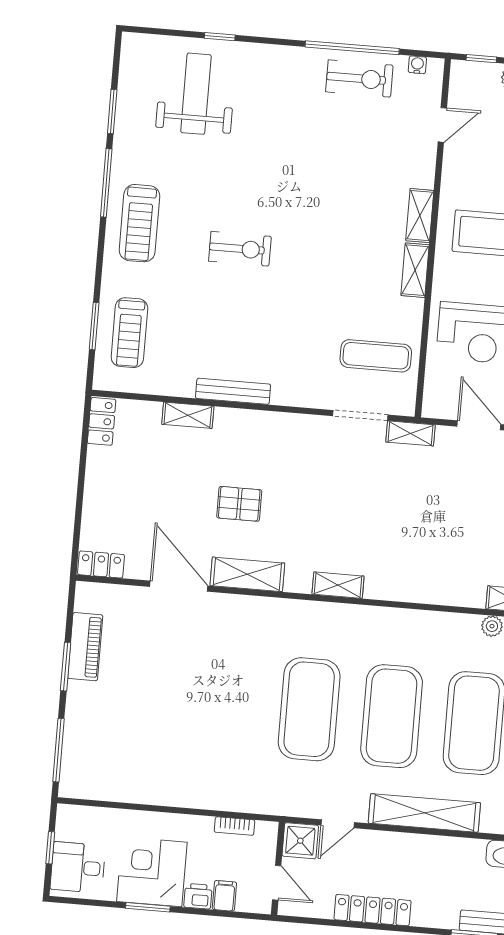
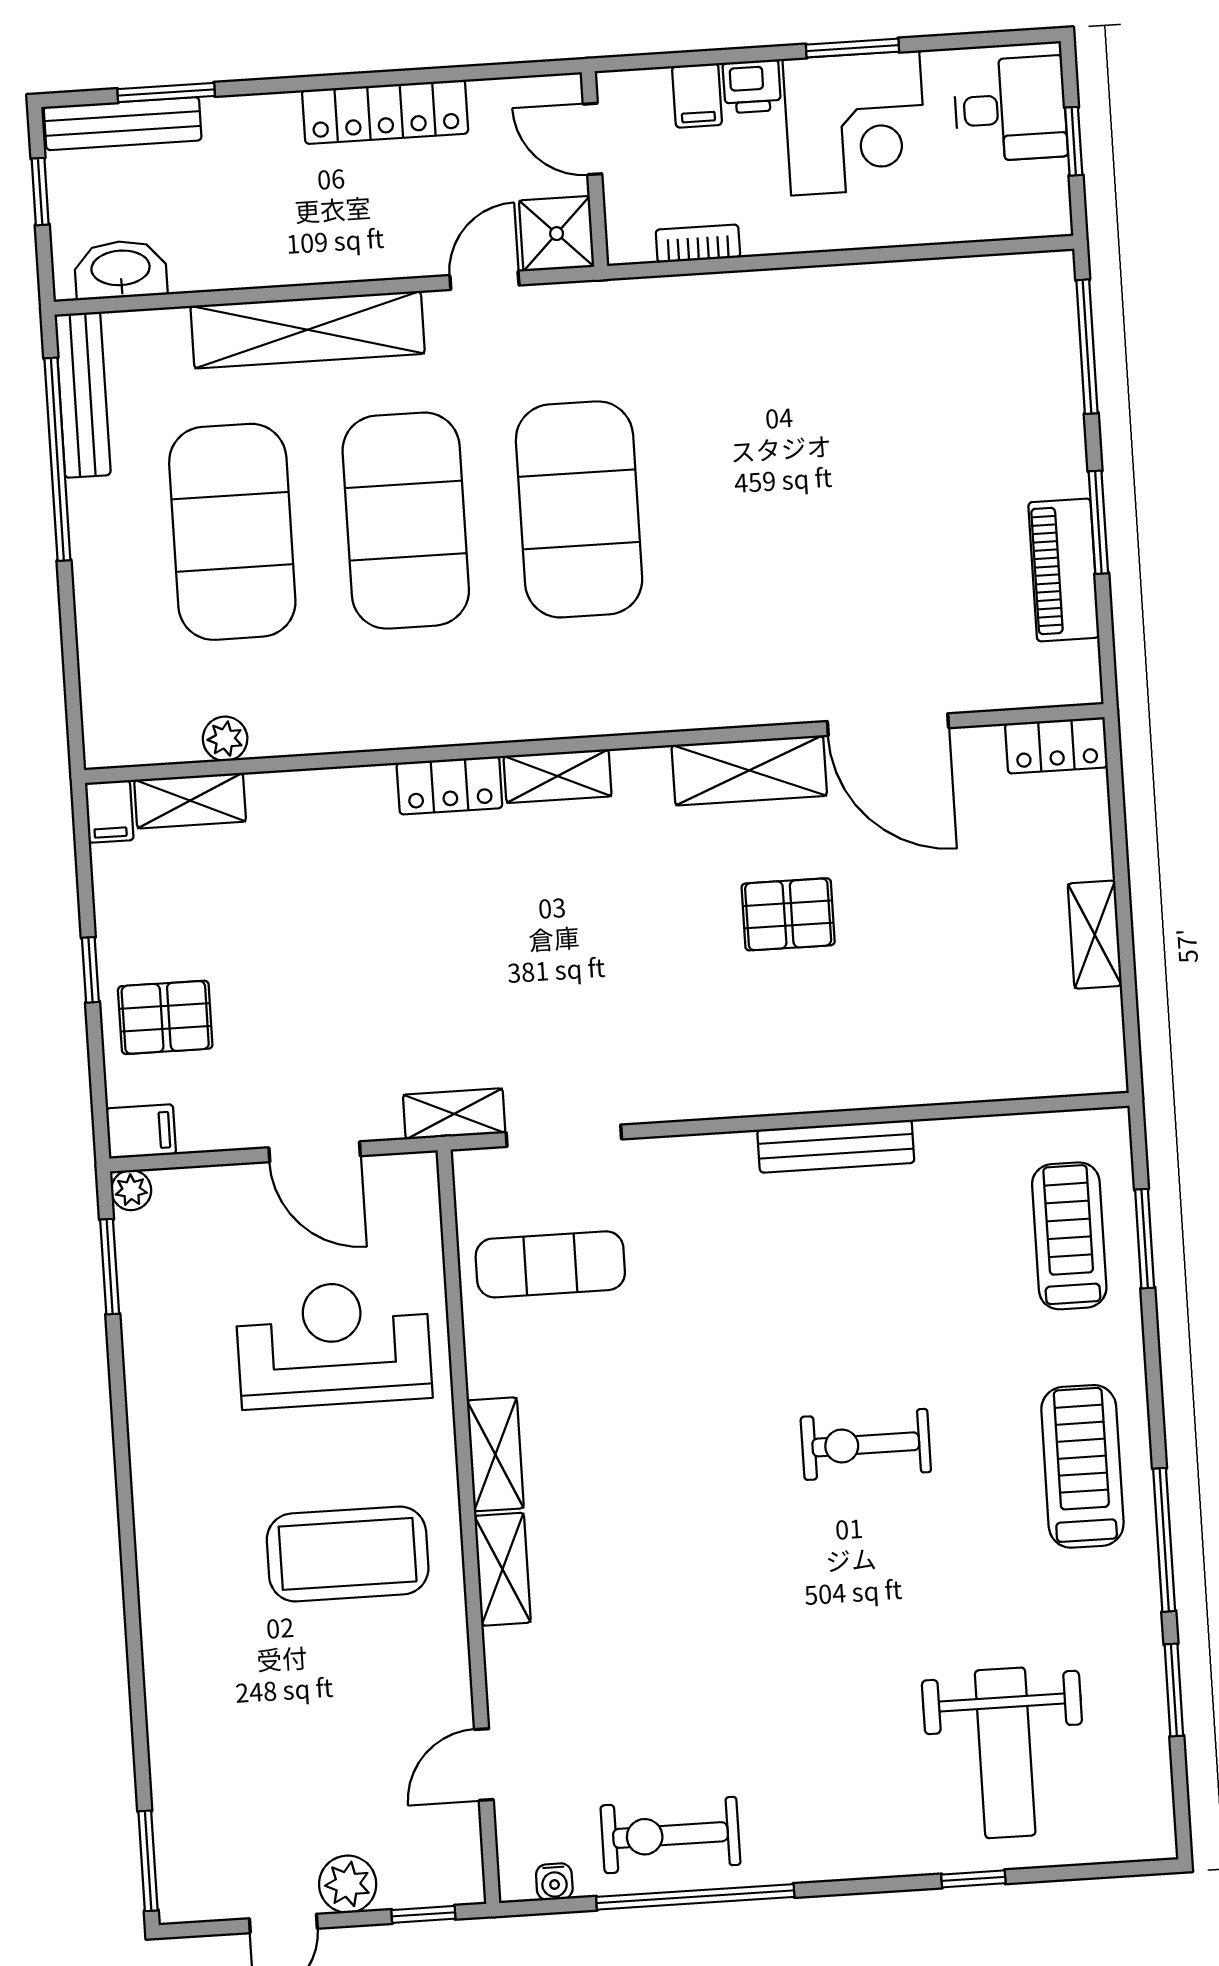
shelving: (188, 415) -> (1095, 935), moved, turned 90
locker: (102, 421) -> (449, 785), moved, turned -90

